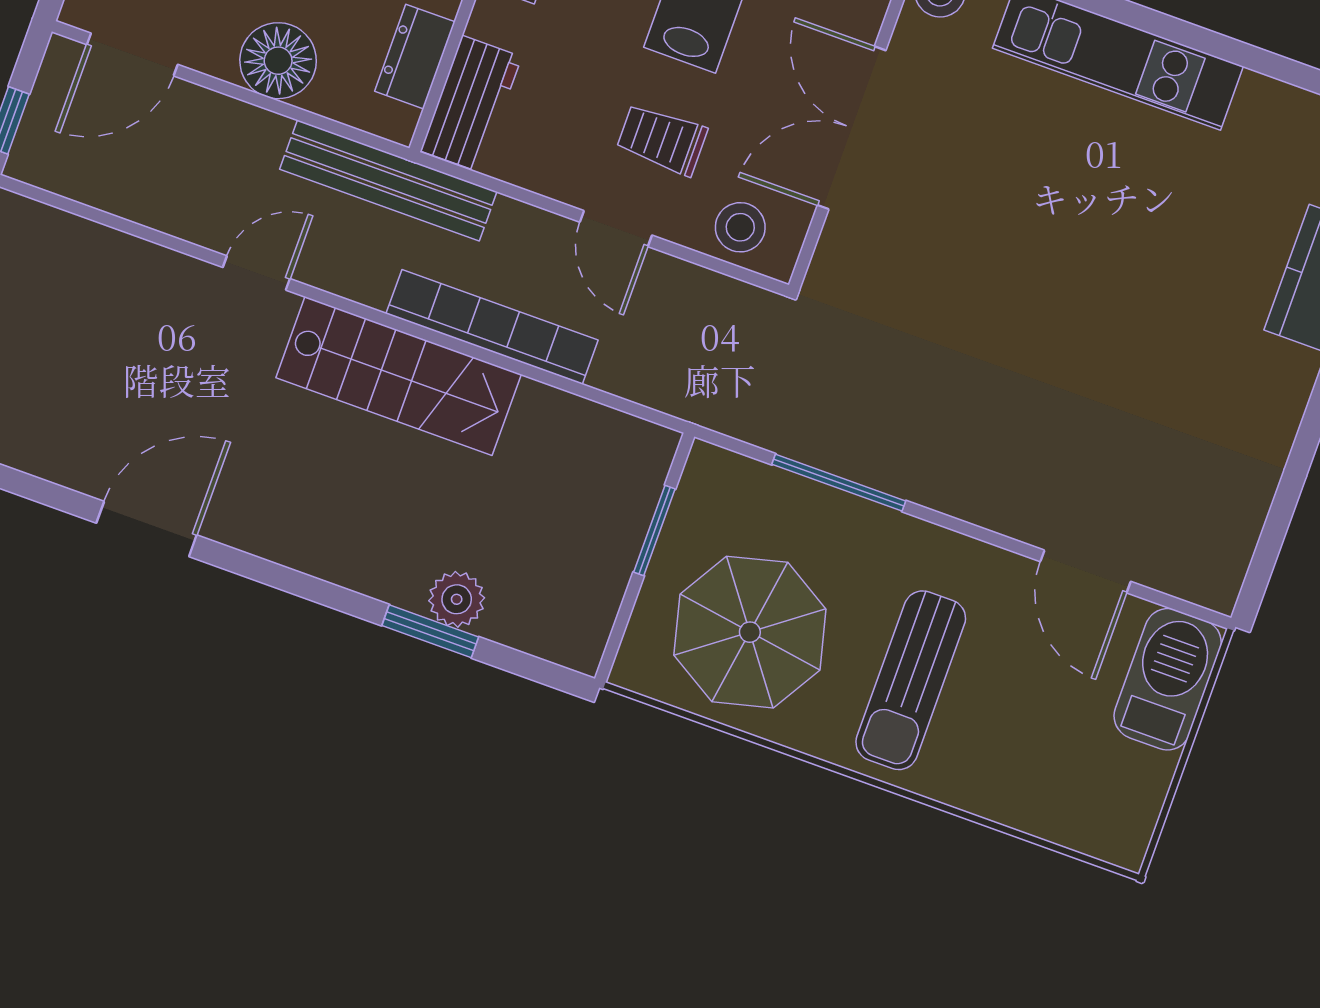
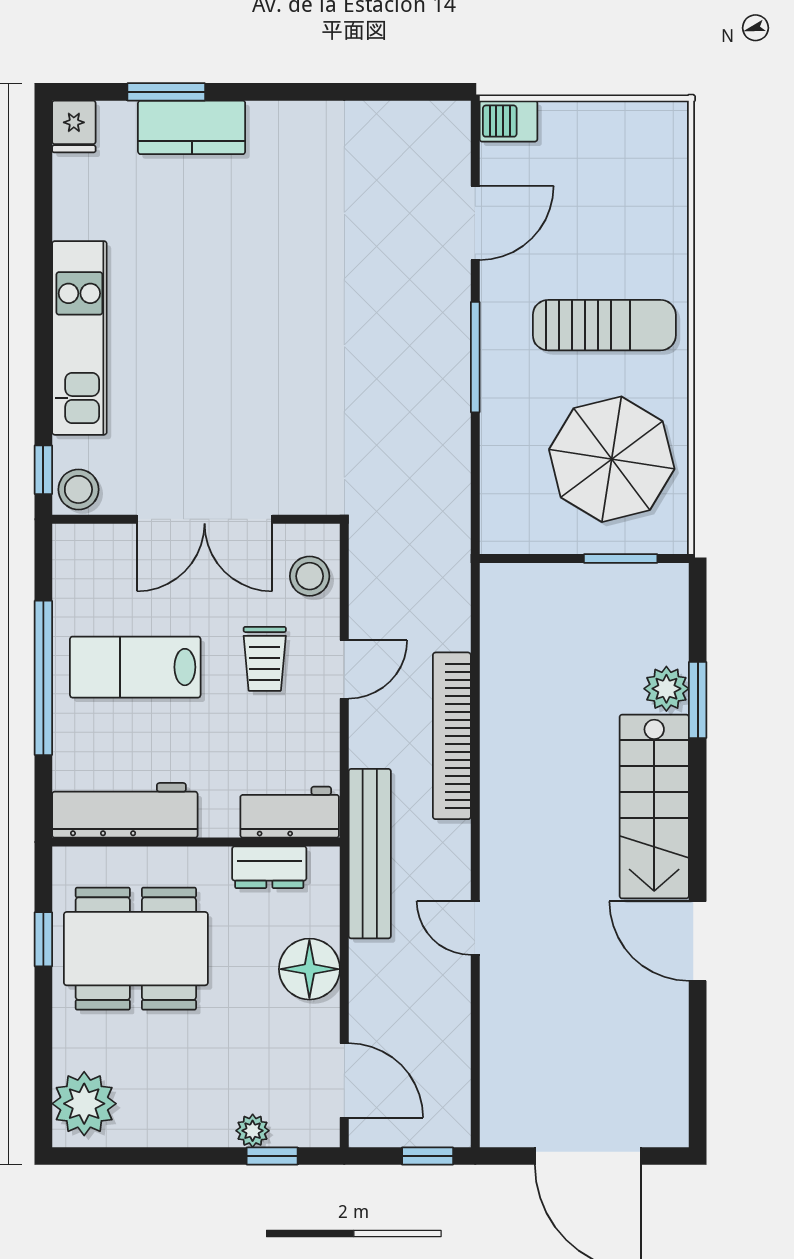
stairs: (399, 376) -> (654, 807), moved, turned 180
window: (839, 483) -> (475, 357), moved
window: (654, 531) -> (621, 559), moved
barbecue: (1168, 679) -> (508, 121), width x0.53, depth x0.65

